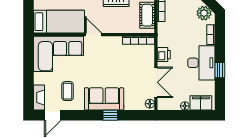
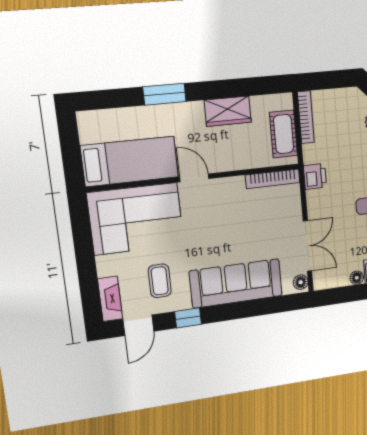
printer: (164, 55) -> (315, 176), moved
sofa: (104, 99) -> (236, 283), width x1.36
window: (110, 115) -> (188, 318), moved

